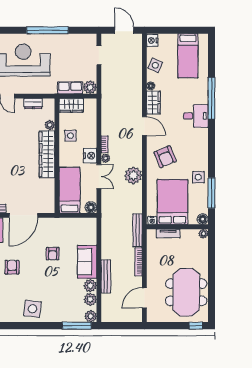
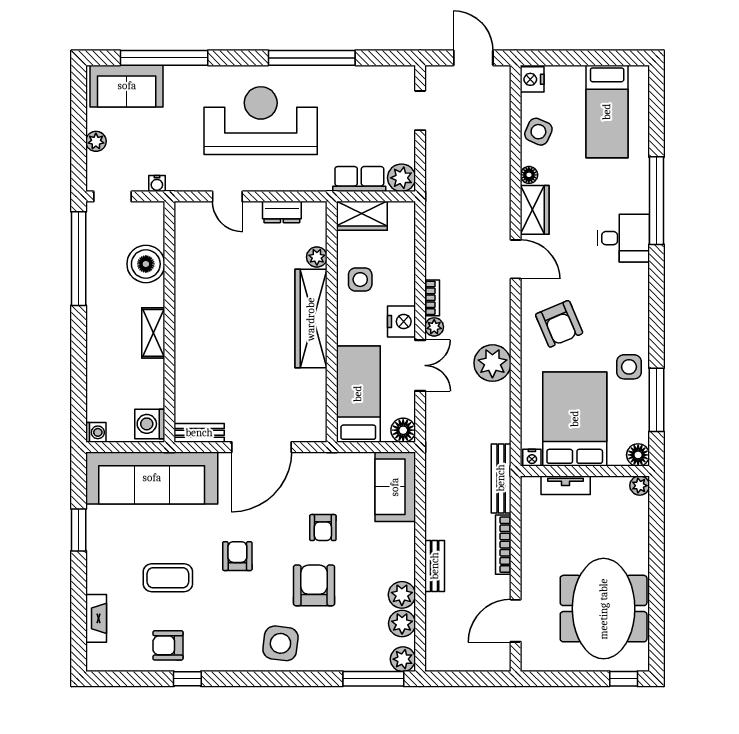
sofa: (87, 262) -> (395, 487), moved
bench: (106, 276) -> (435, 566), width x0.73
armchair: (48, 281) -> (314, 585), added

